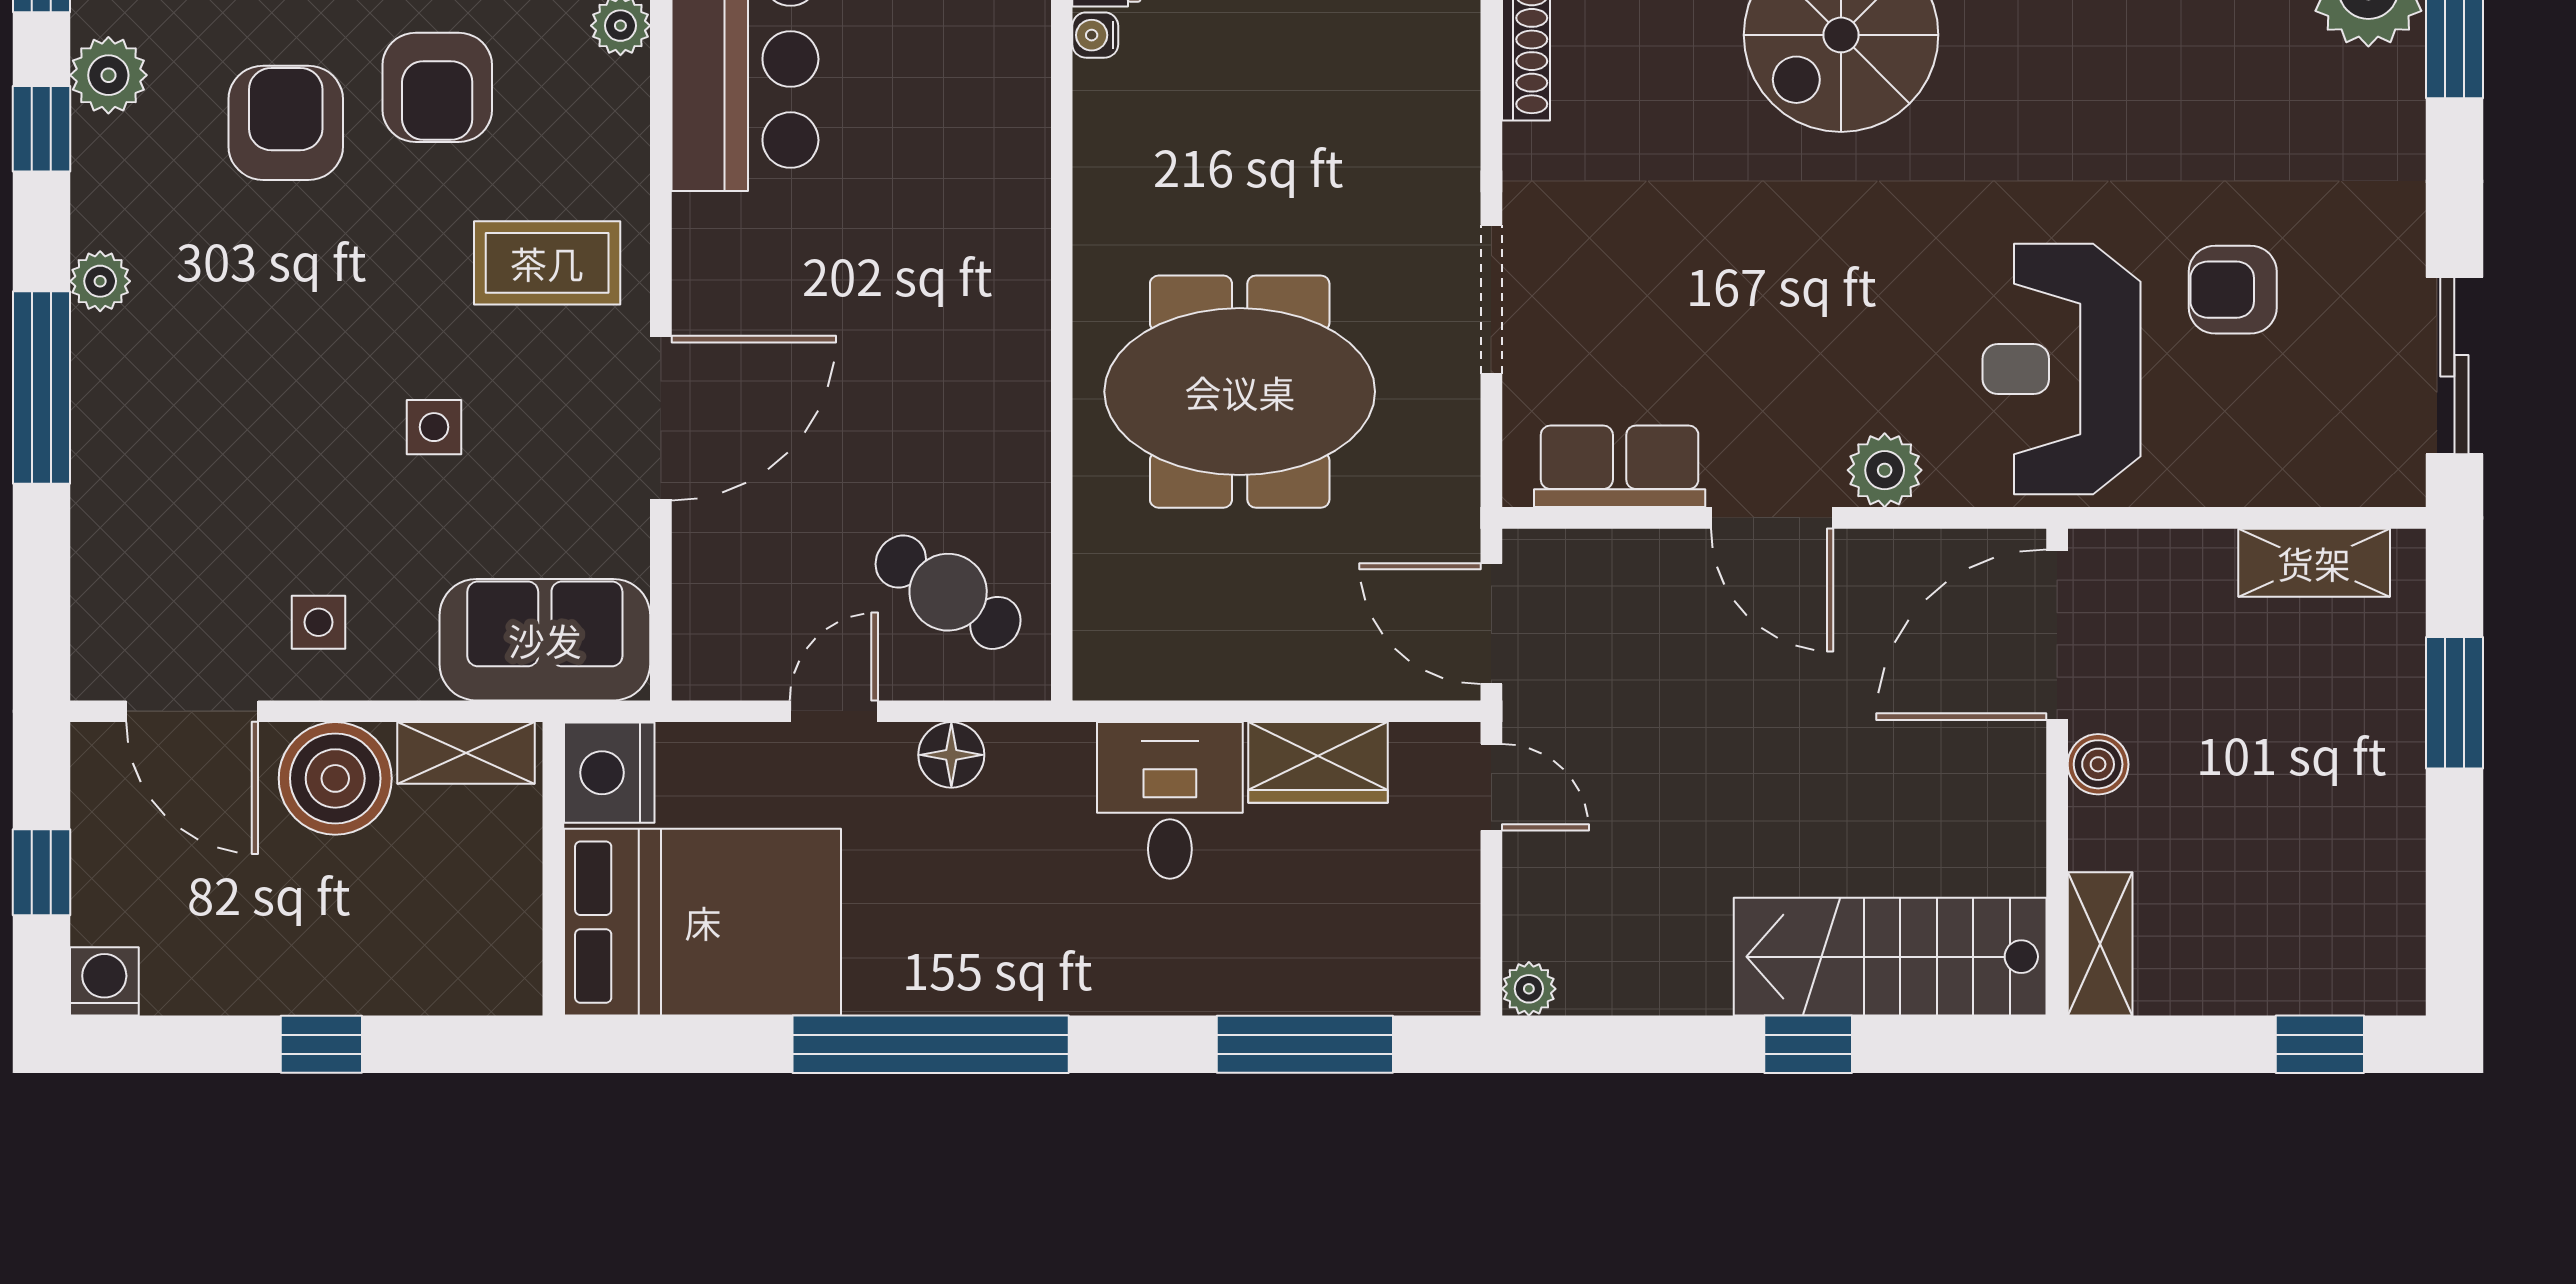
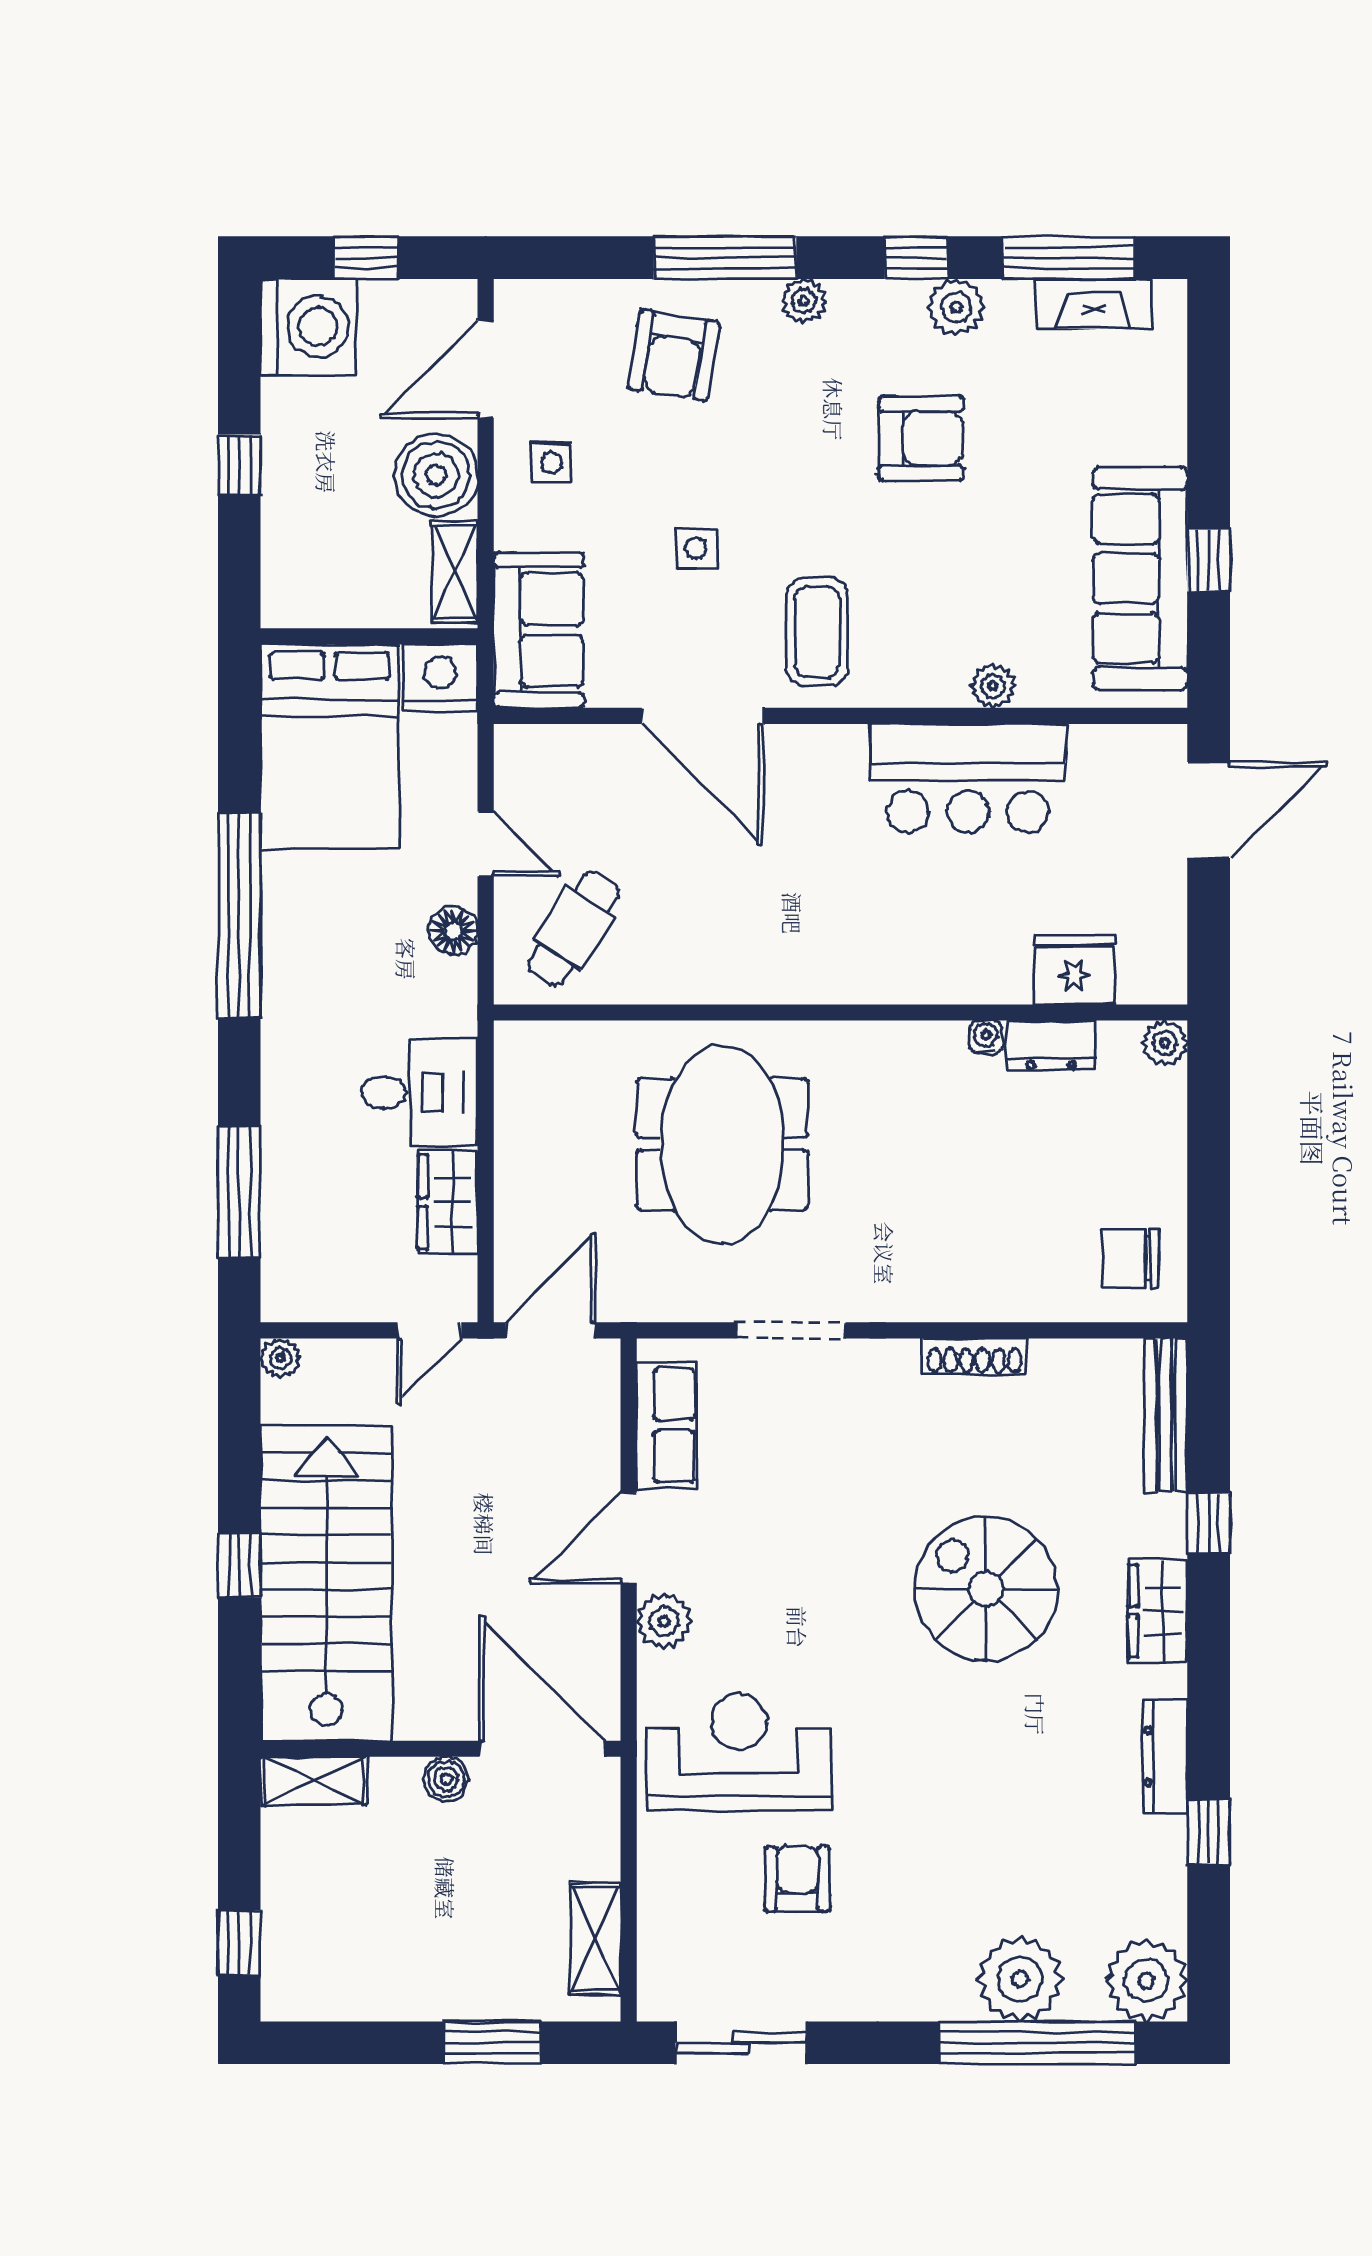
armchair: (437, 87) -> (674, 355), moved, turned -81
stairs: (1890, 957) -> (326, 1583), width x1.36, depth x1.51
washing machine: (104, 981) -> (308, 327), width x1.89, depth x1.89

